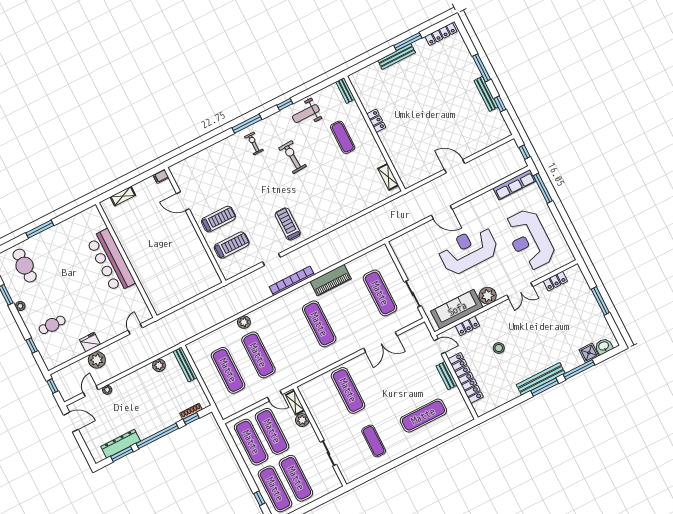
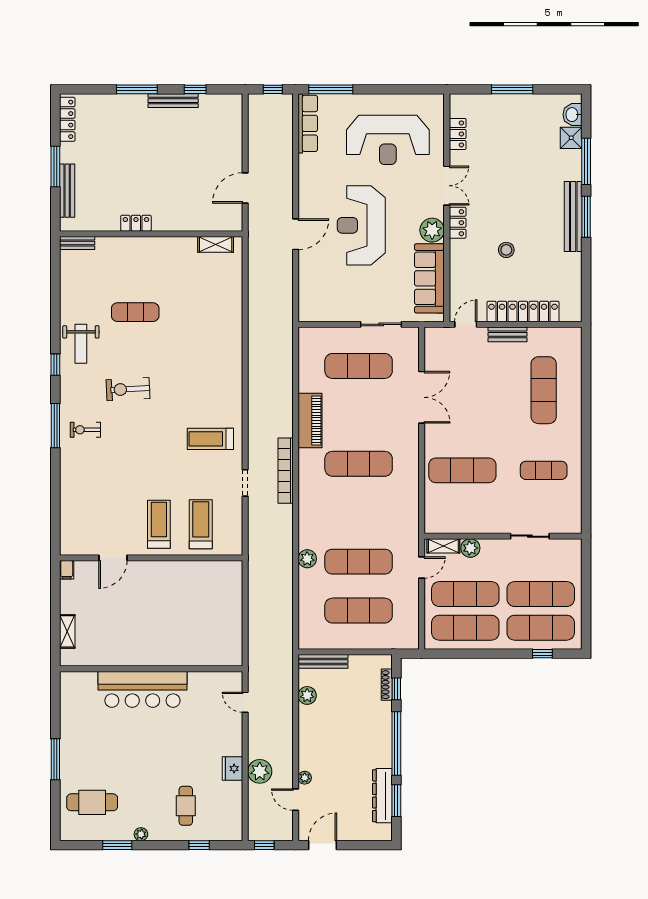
bench: (345, 90) -> (77, 243), moved
locker: (376, 121) -> (136, 223), moved
wall: (374, 134) -> (151, 234), moved
shelving: (388, 177) -> (216, 244), moved
locker: (467, 326) -> (458, 223), moved

